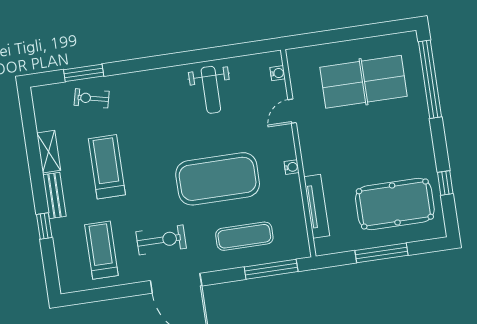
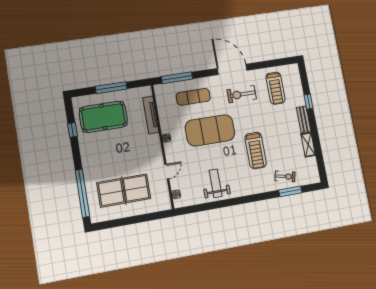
treadmill: (107, 167) -> (256, 150), moved

